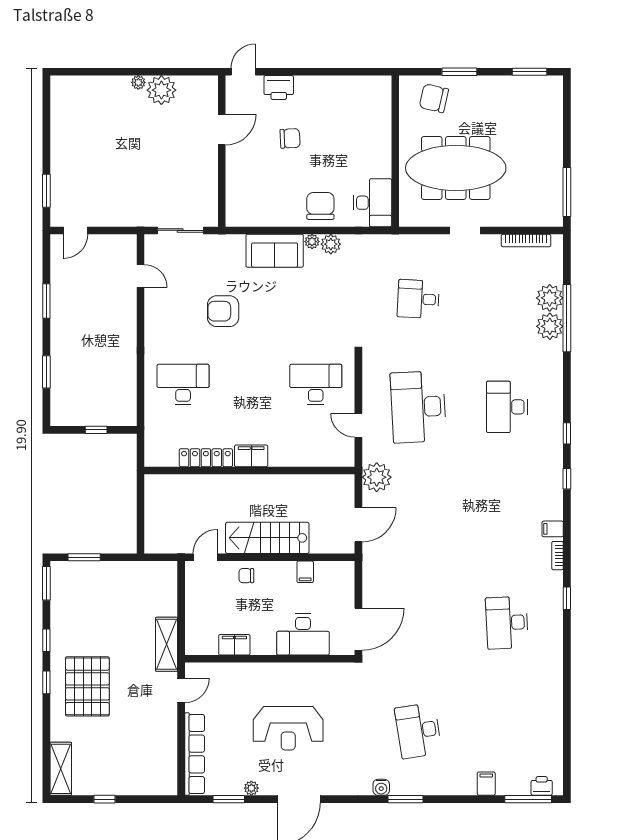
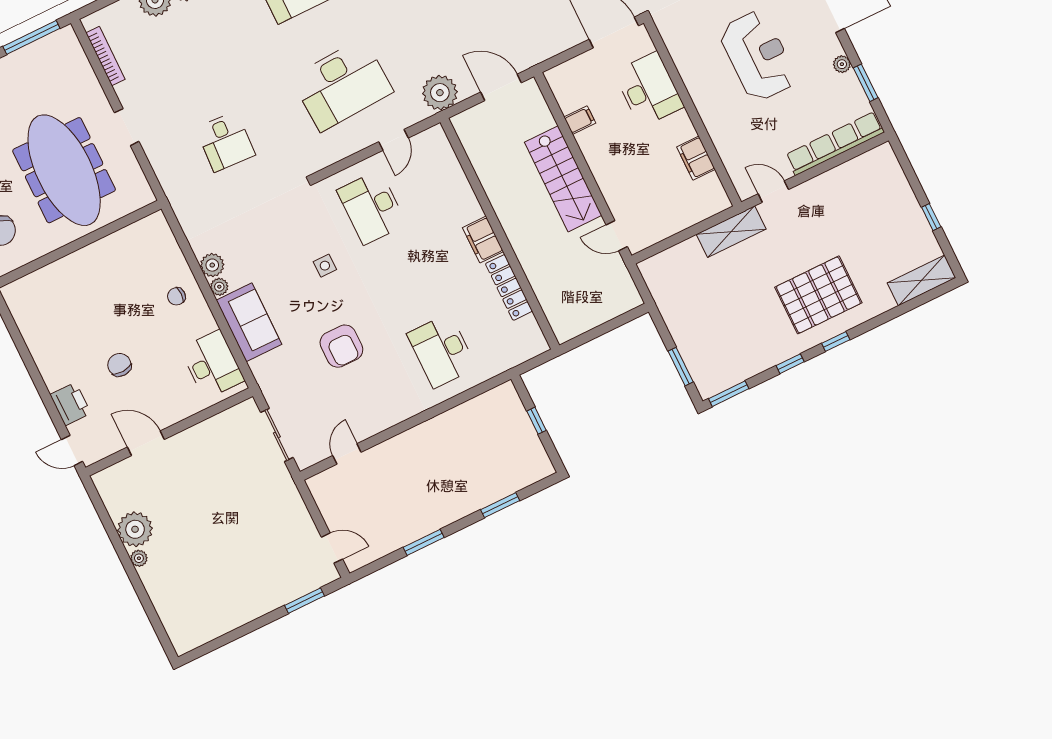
desk: (373, 203) -> (212, 365), moved, turned 90
chair: (320, 206) -> (176, 296), width x0.54, depth x0.54
side table: (289, 328) -> (325, 266), added
chair: (246, 576) -> (615, 182), removed

